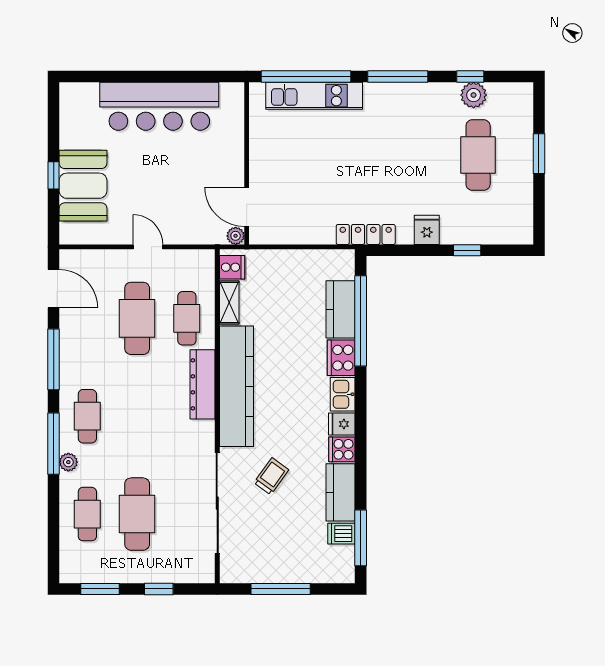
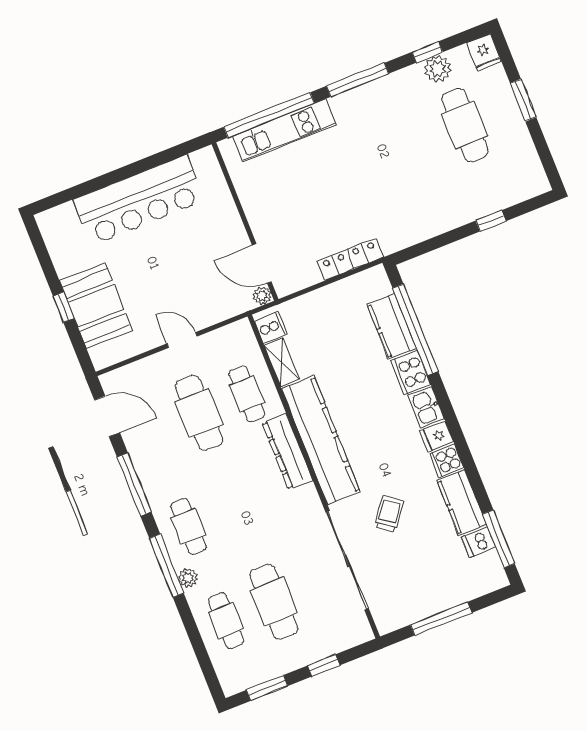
fridge: (427, 230) -> (484, 52), moved, turned 180
locker: (366, 234) -> (350, 259), moved

